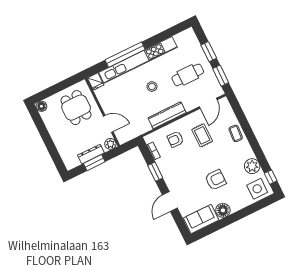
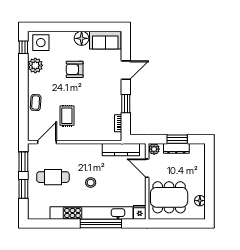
floor lamp: (41, 106) -> (200, 201), moved
dining table: (76, 108) -> (169, 197), width x1.37
kitchen counter: (167, 115) -> (121, 150), moved
armchair: (175, 139) -> (93, 124), removed

